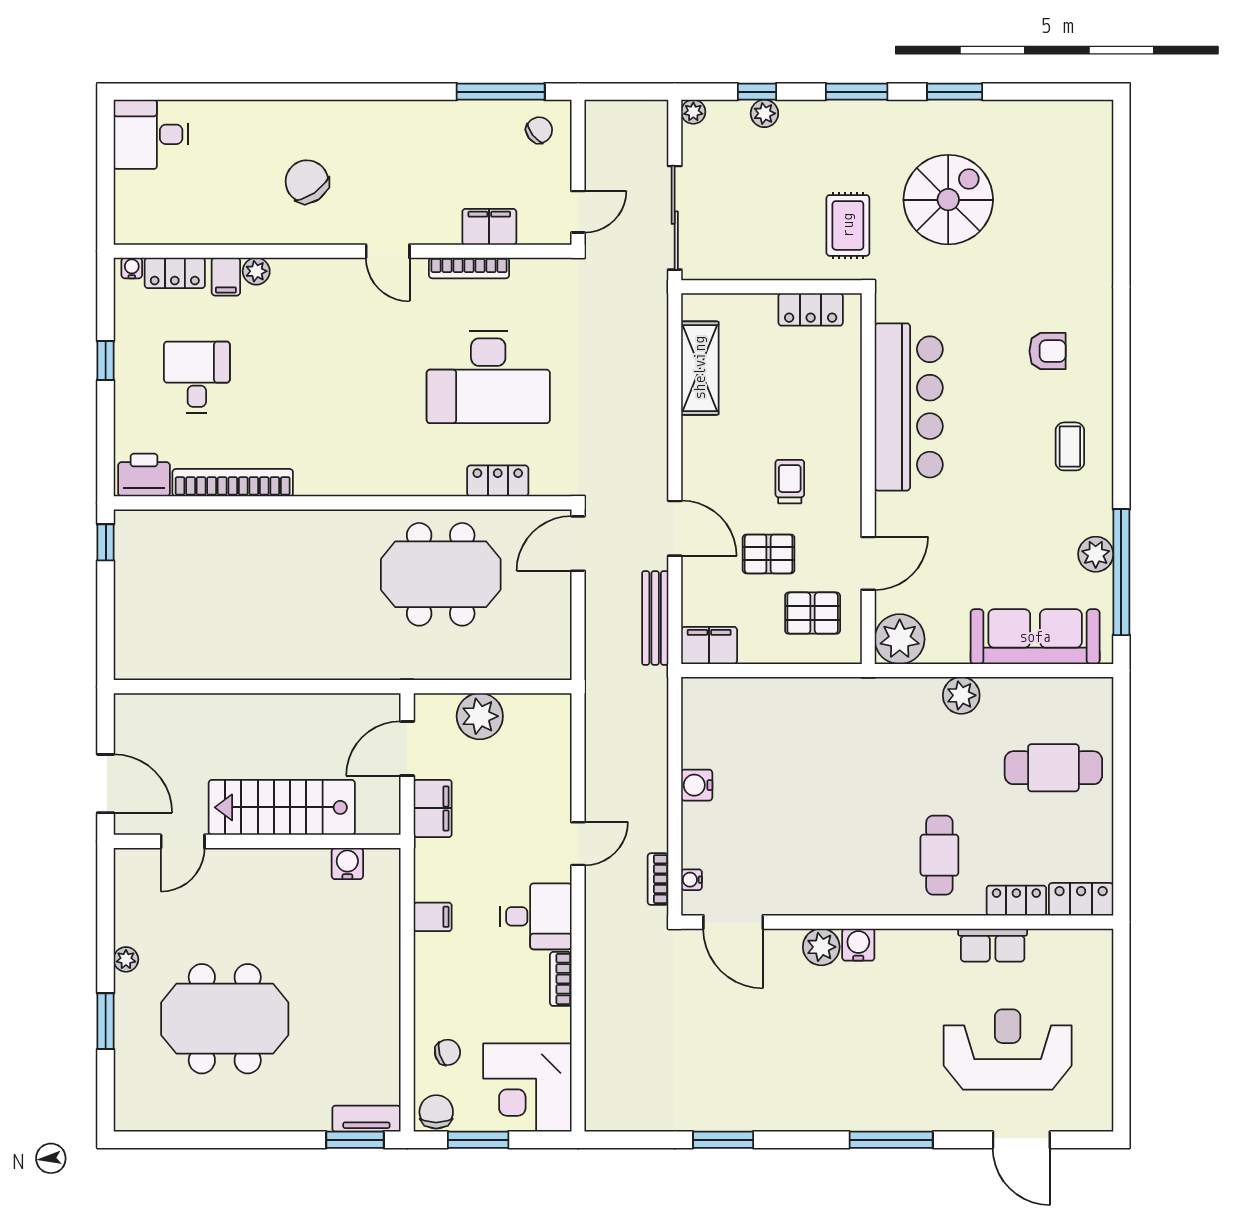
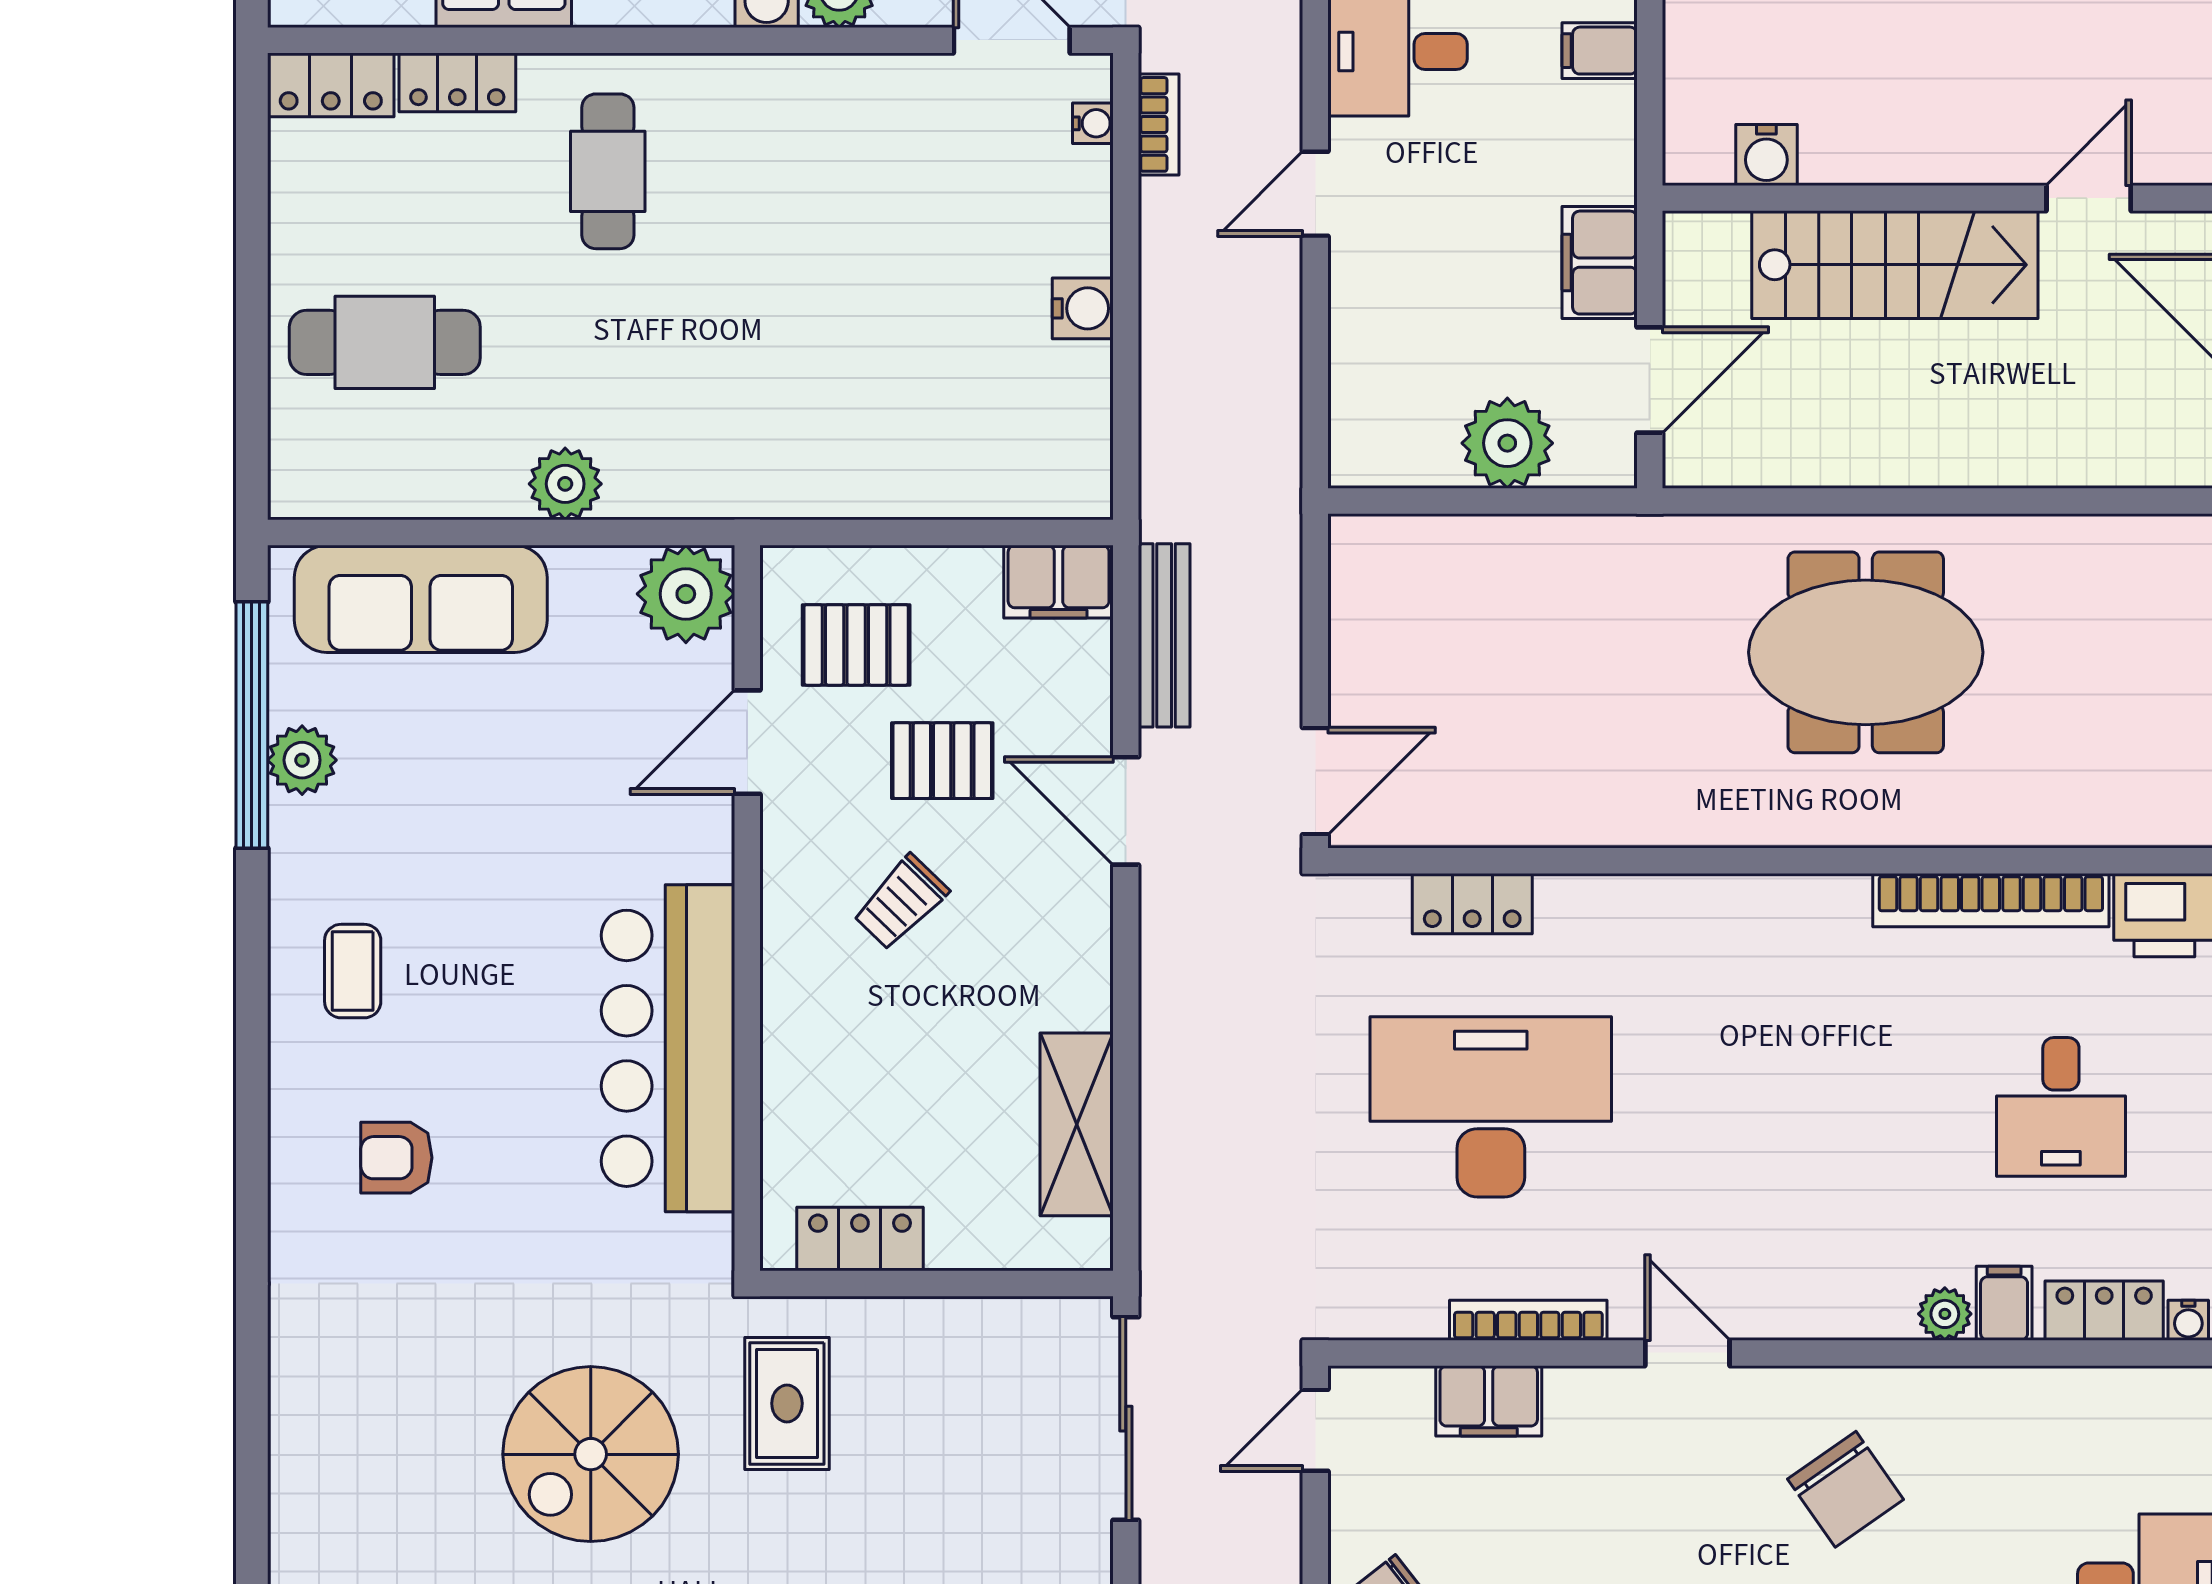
trolley: (790, 482) -> (901, 902), turned 44
meeting table: (441, 574) -> (1866, 652), moved

